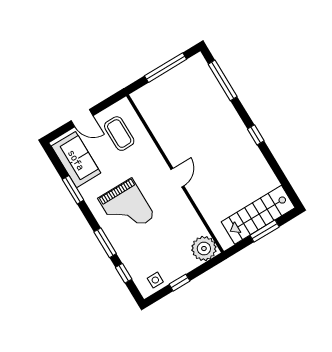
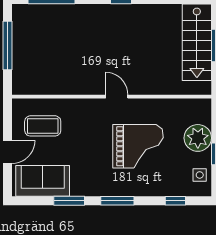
grand piano: (127, 207) -> (138, 146), moved
window: (105, 243) -> (117, 201), moved
plant: (204, 249) -> (198, 138), moved

